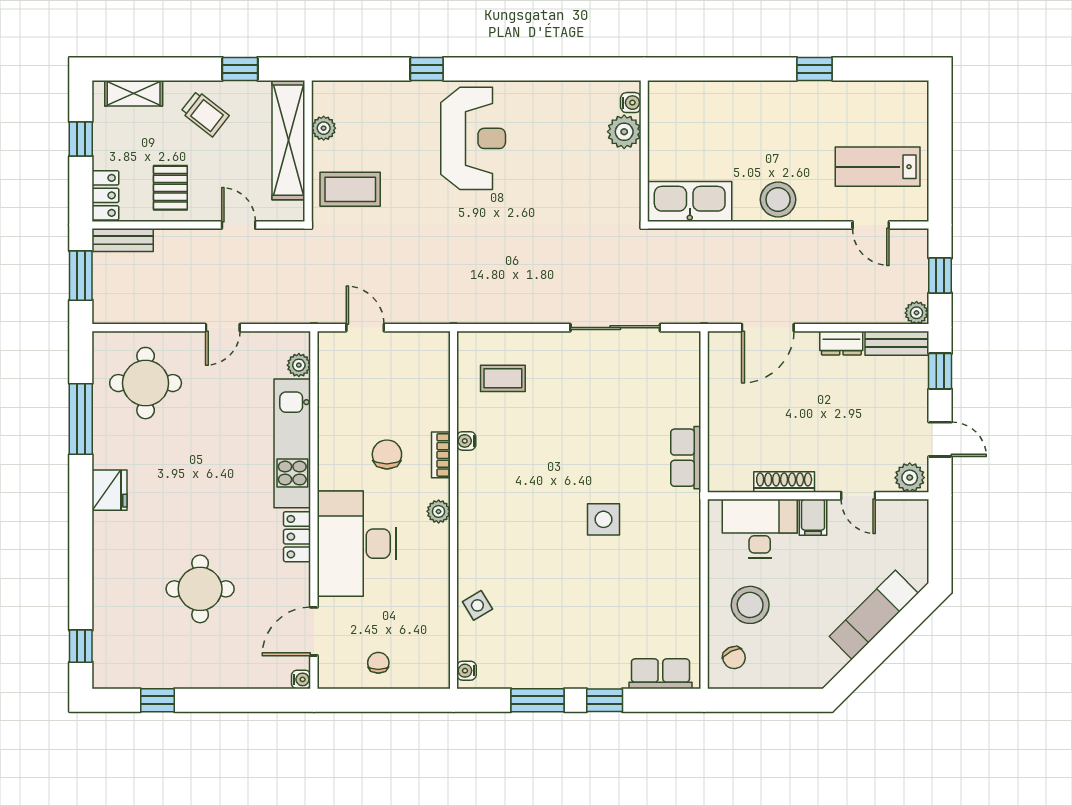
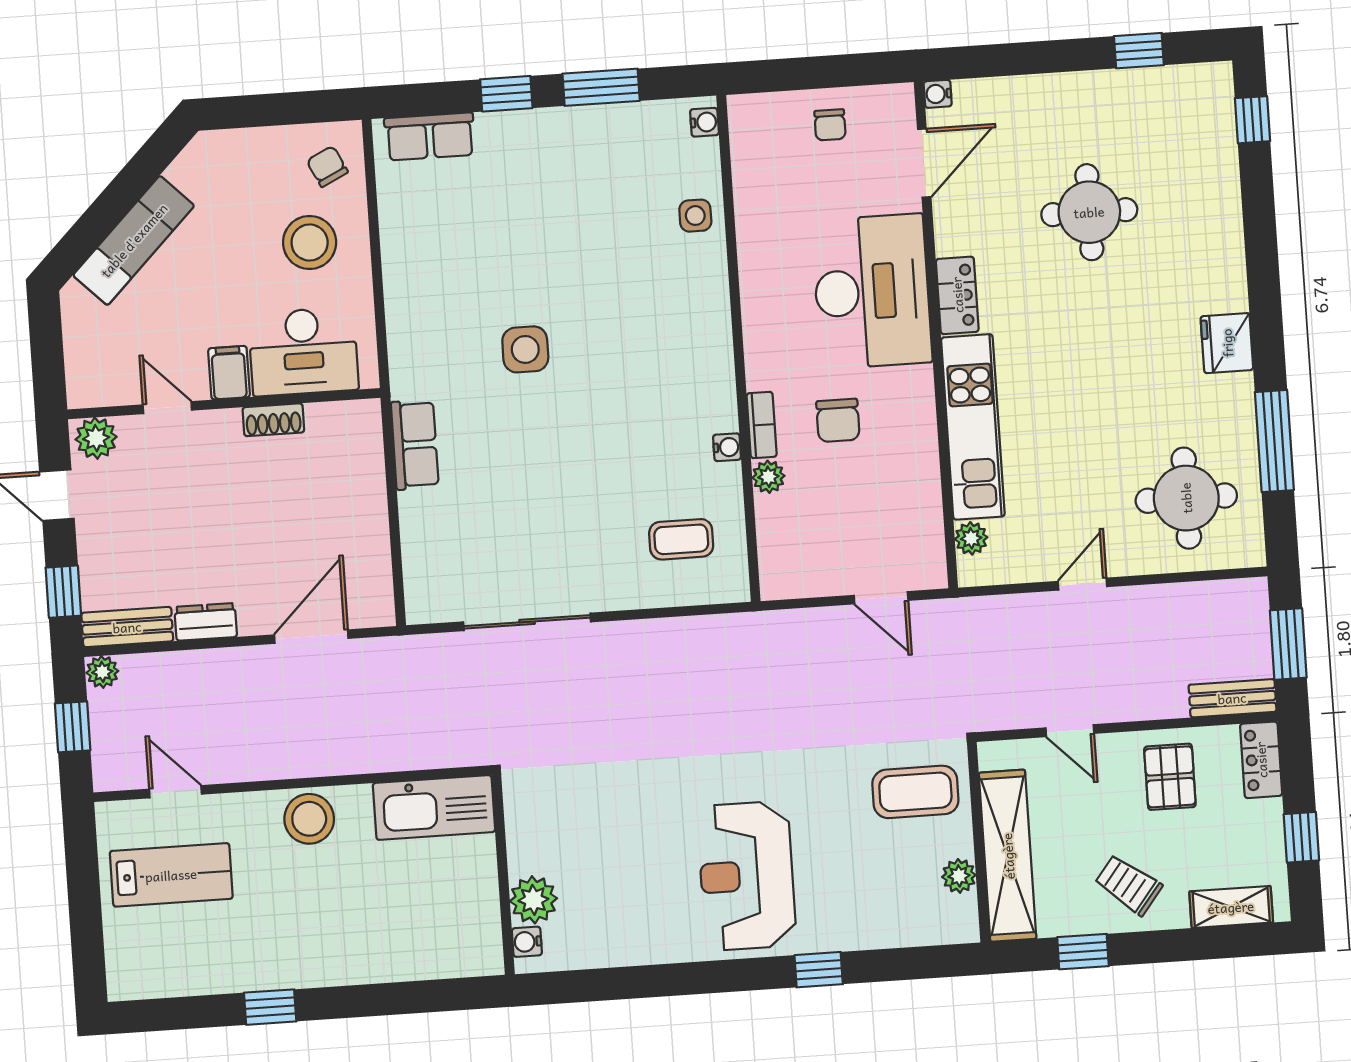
shoe rack: (784, 482) -> (273, 420), width x0.70
plant: (439, 511) -> (768, 477), moved
side table: (477, 605) -> (695, 216), turned 31

